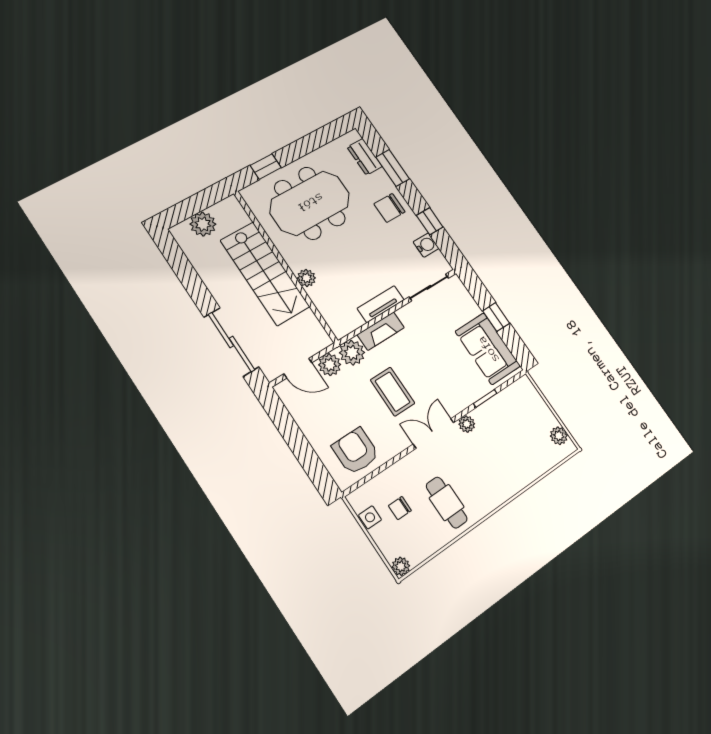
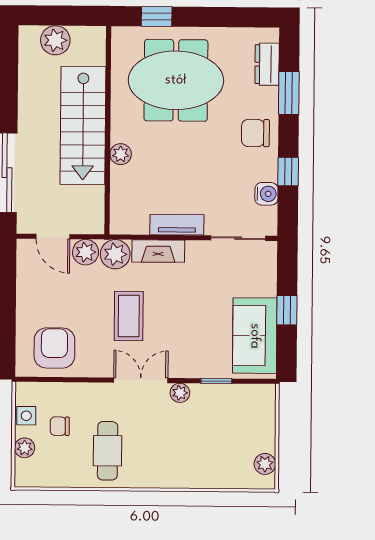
plant: (401, 566) -> (25, 448), moved

